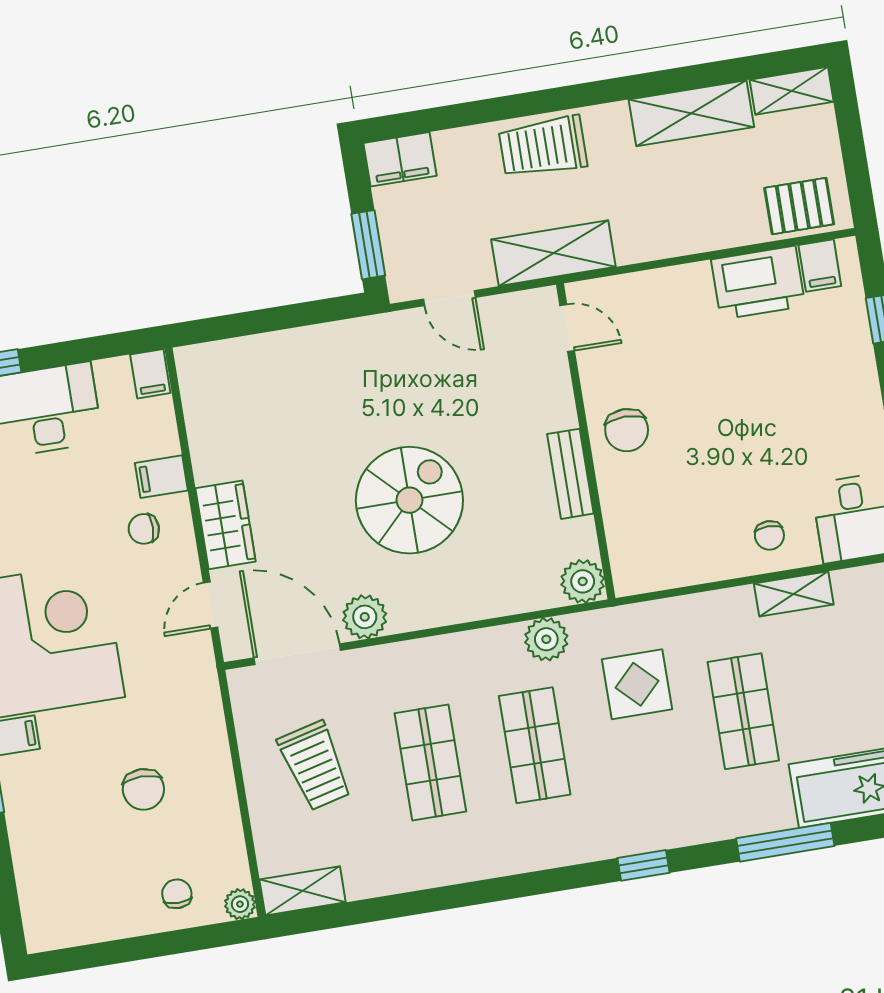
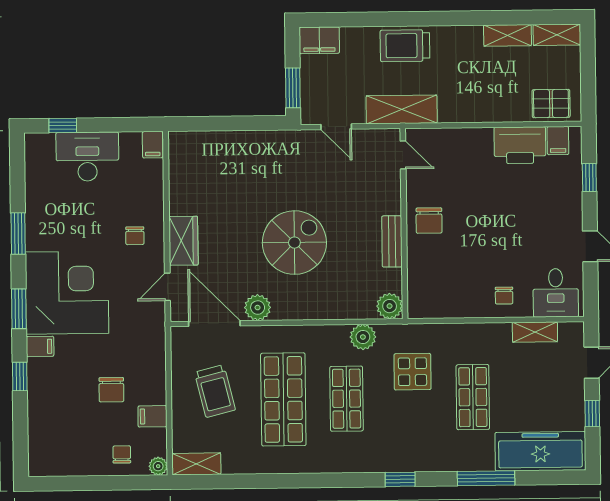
shelving: (691, 113) -> (508, 35), width x0.67, depth x0.75
filing cabinet: (161, 477) -> (152, 416), moved
chair: (144, 529) -> (135, 236), turned -90
shelving: (794, 594) -> (535, 332), moved
shop shelf: (430, 762) -> (283, 399), width x1.43, depth x1.36

